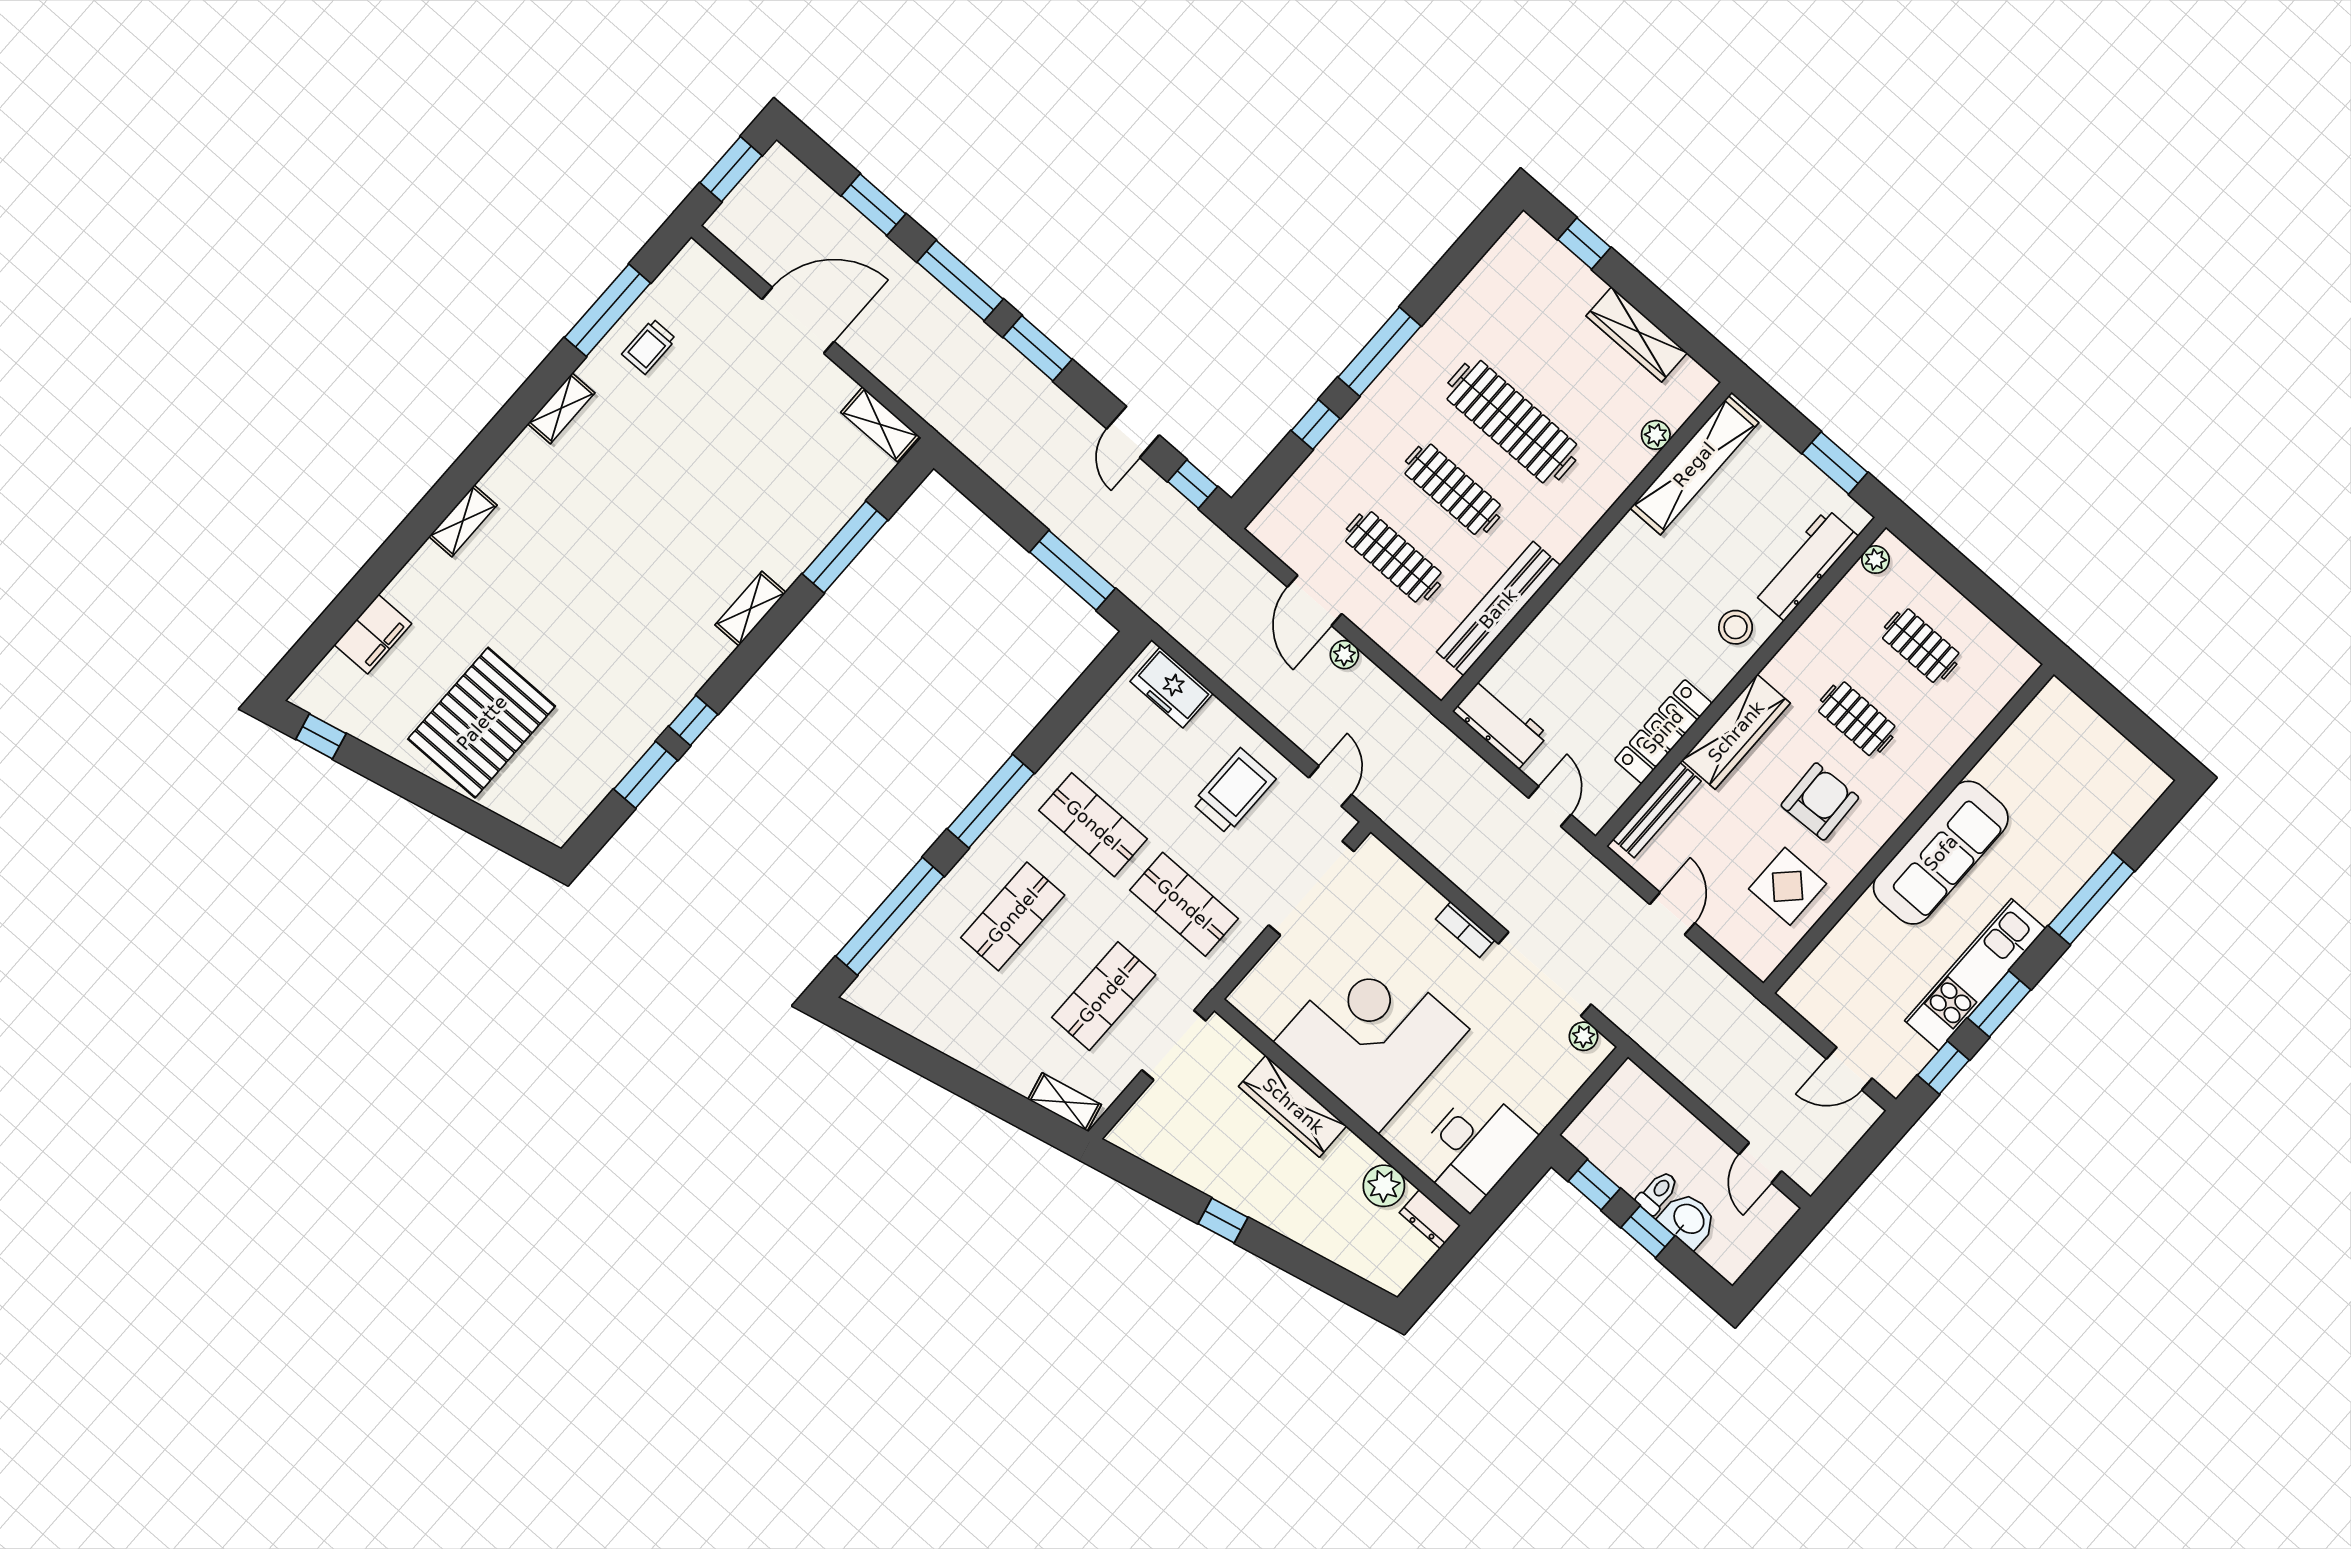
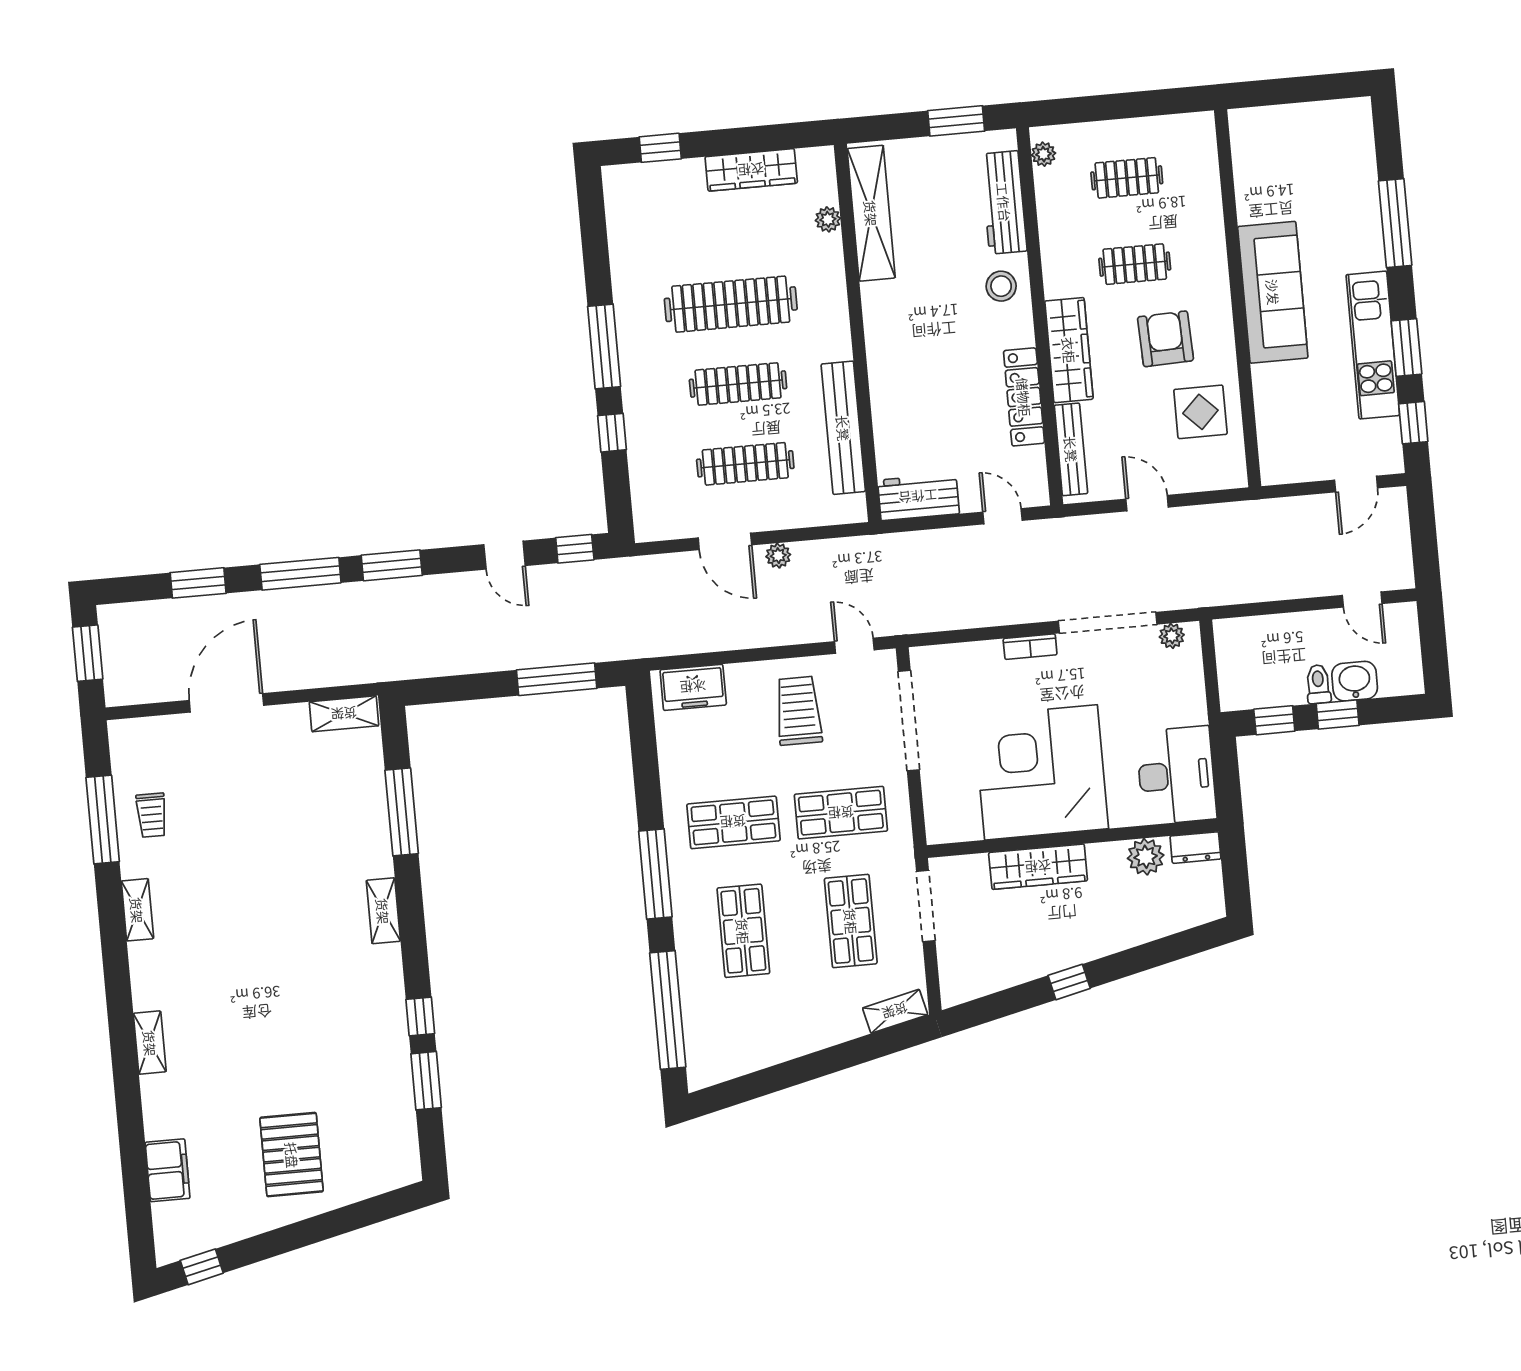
pallet: (482, 723) -> (292, 1155), width x0.73, depth x0.71

